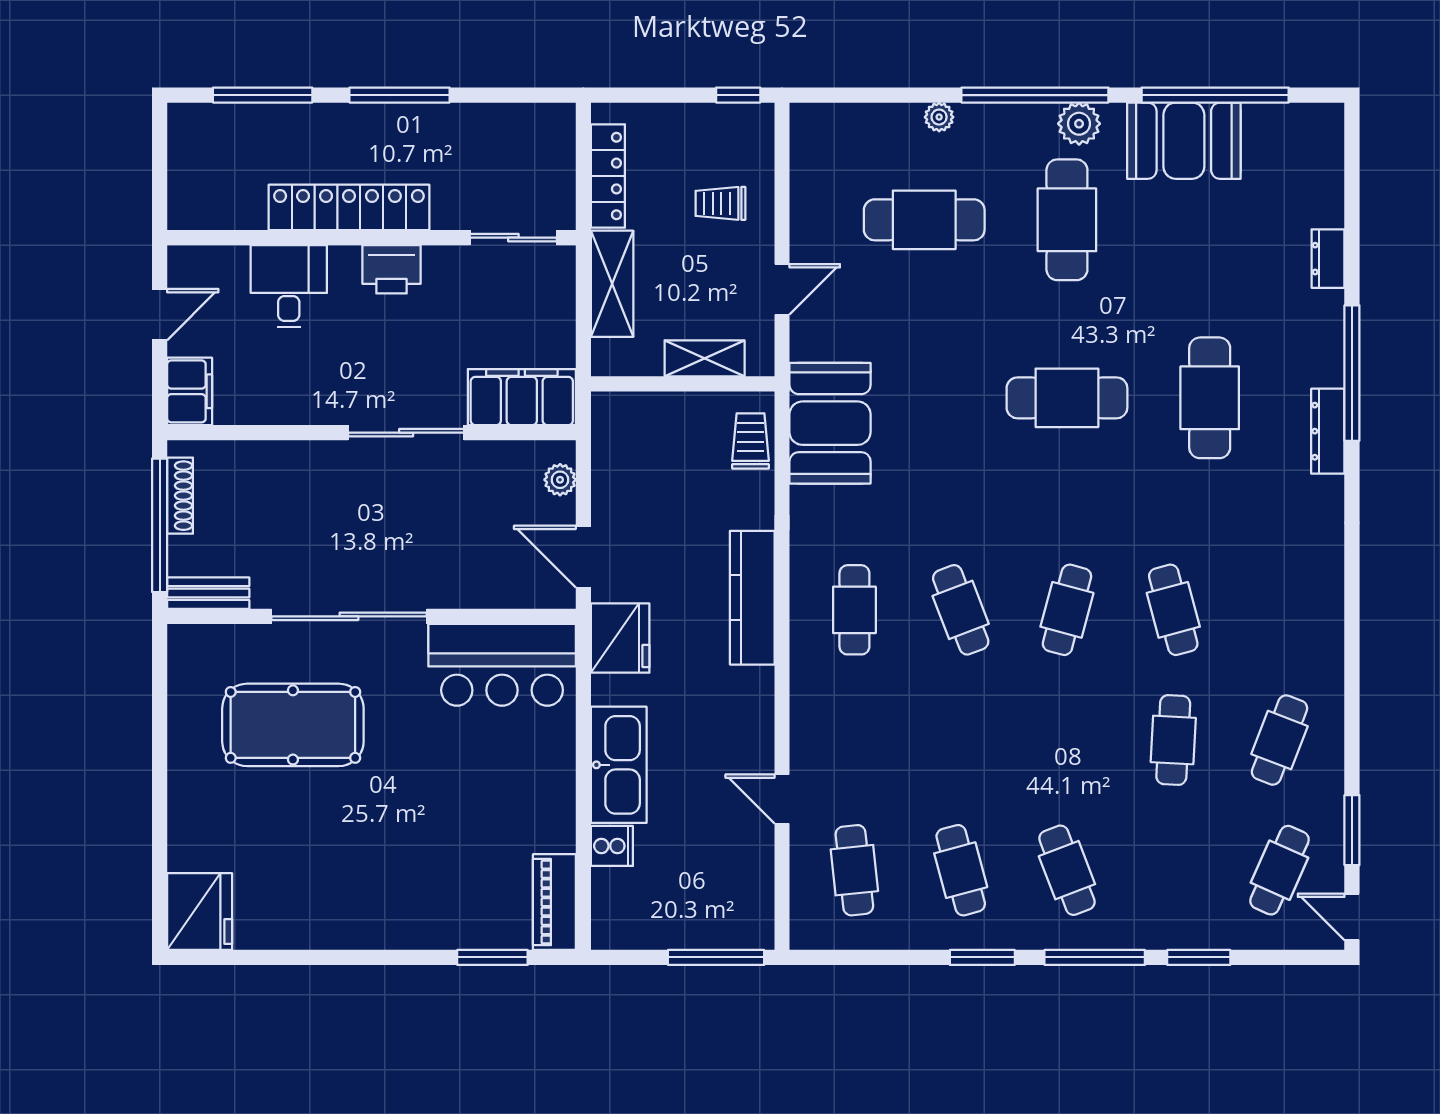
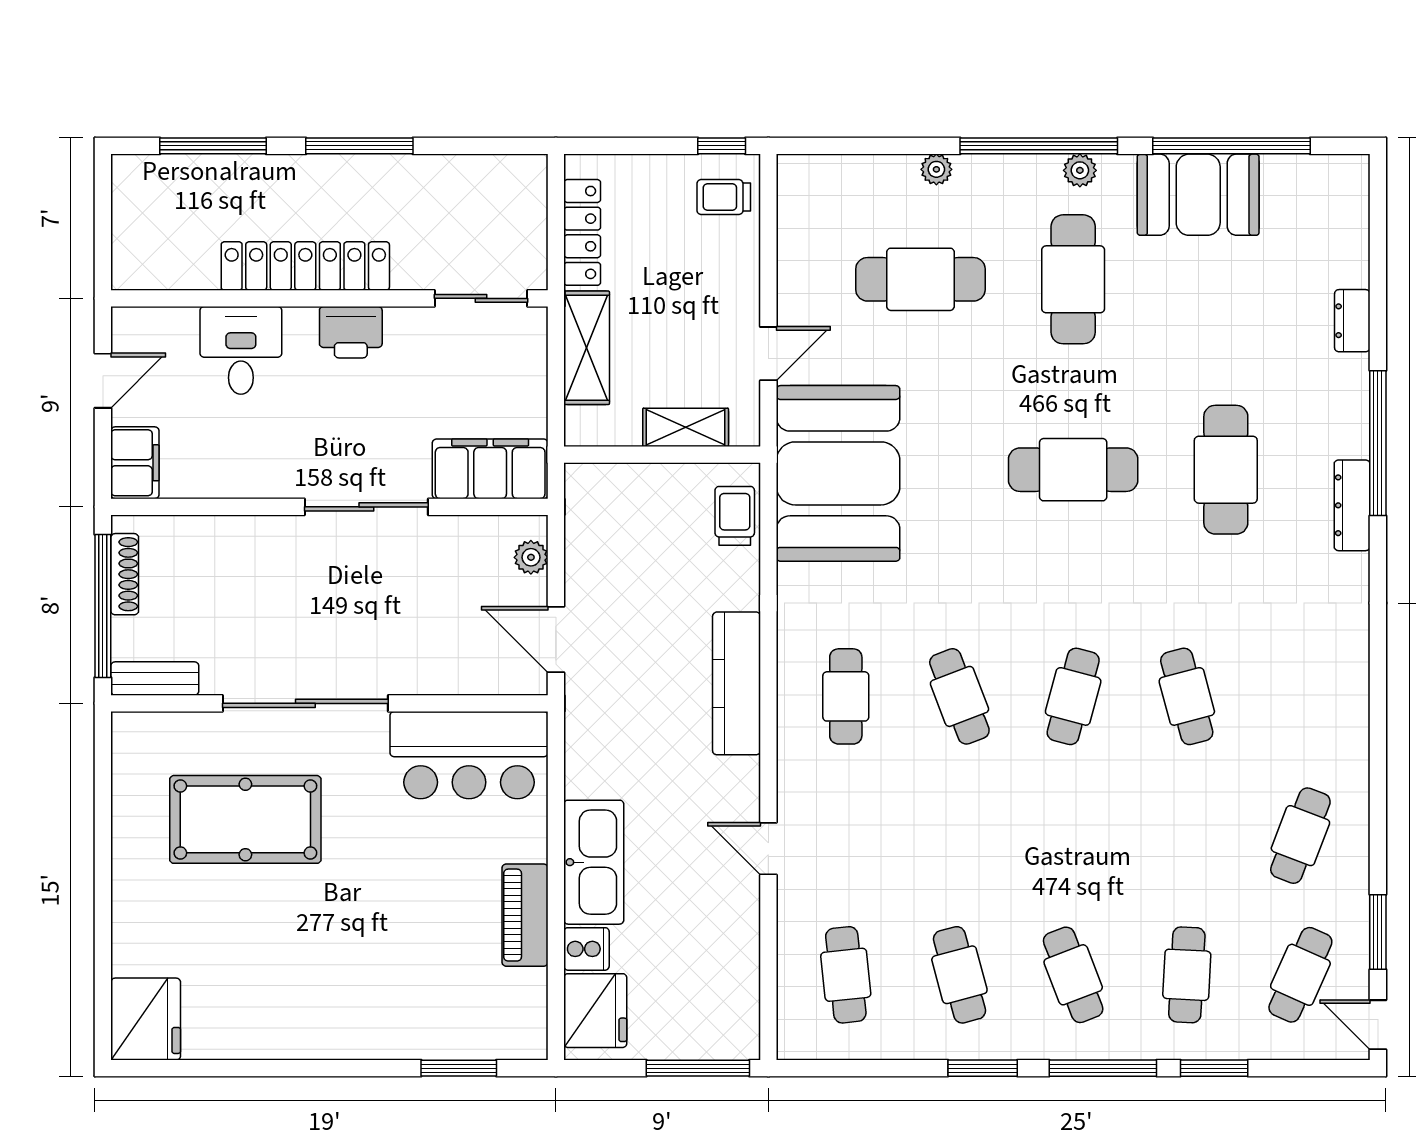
plant: (1079, 124) -> (1080, 170), width x0.73, depth x0.73
trolley: (720, 203) -> (724, 197), moved
booth: (830, 423) -> (838, 473), width x1.36, depth x1.42
fridge: (620, 638) -> (595, 1011), moved
cafe table: (1173, 740) -> (1187, 975), moved
door: (782, 799) -> (768, 849), moved
piano: (554, 902) -> (525, 915), moved

